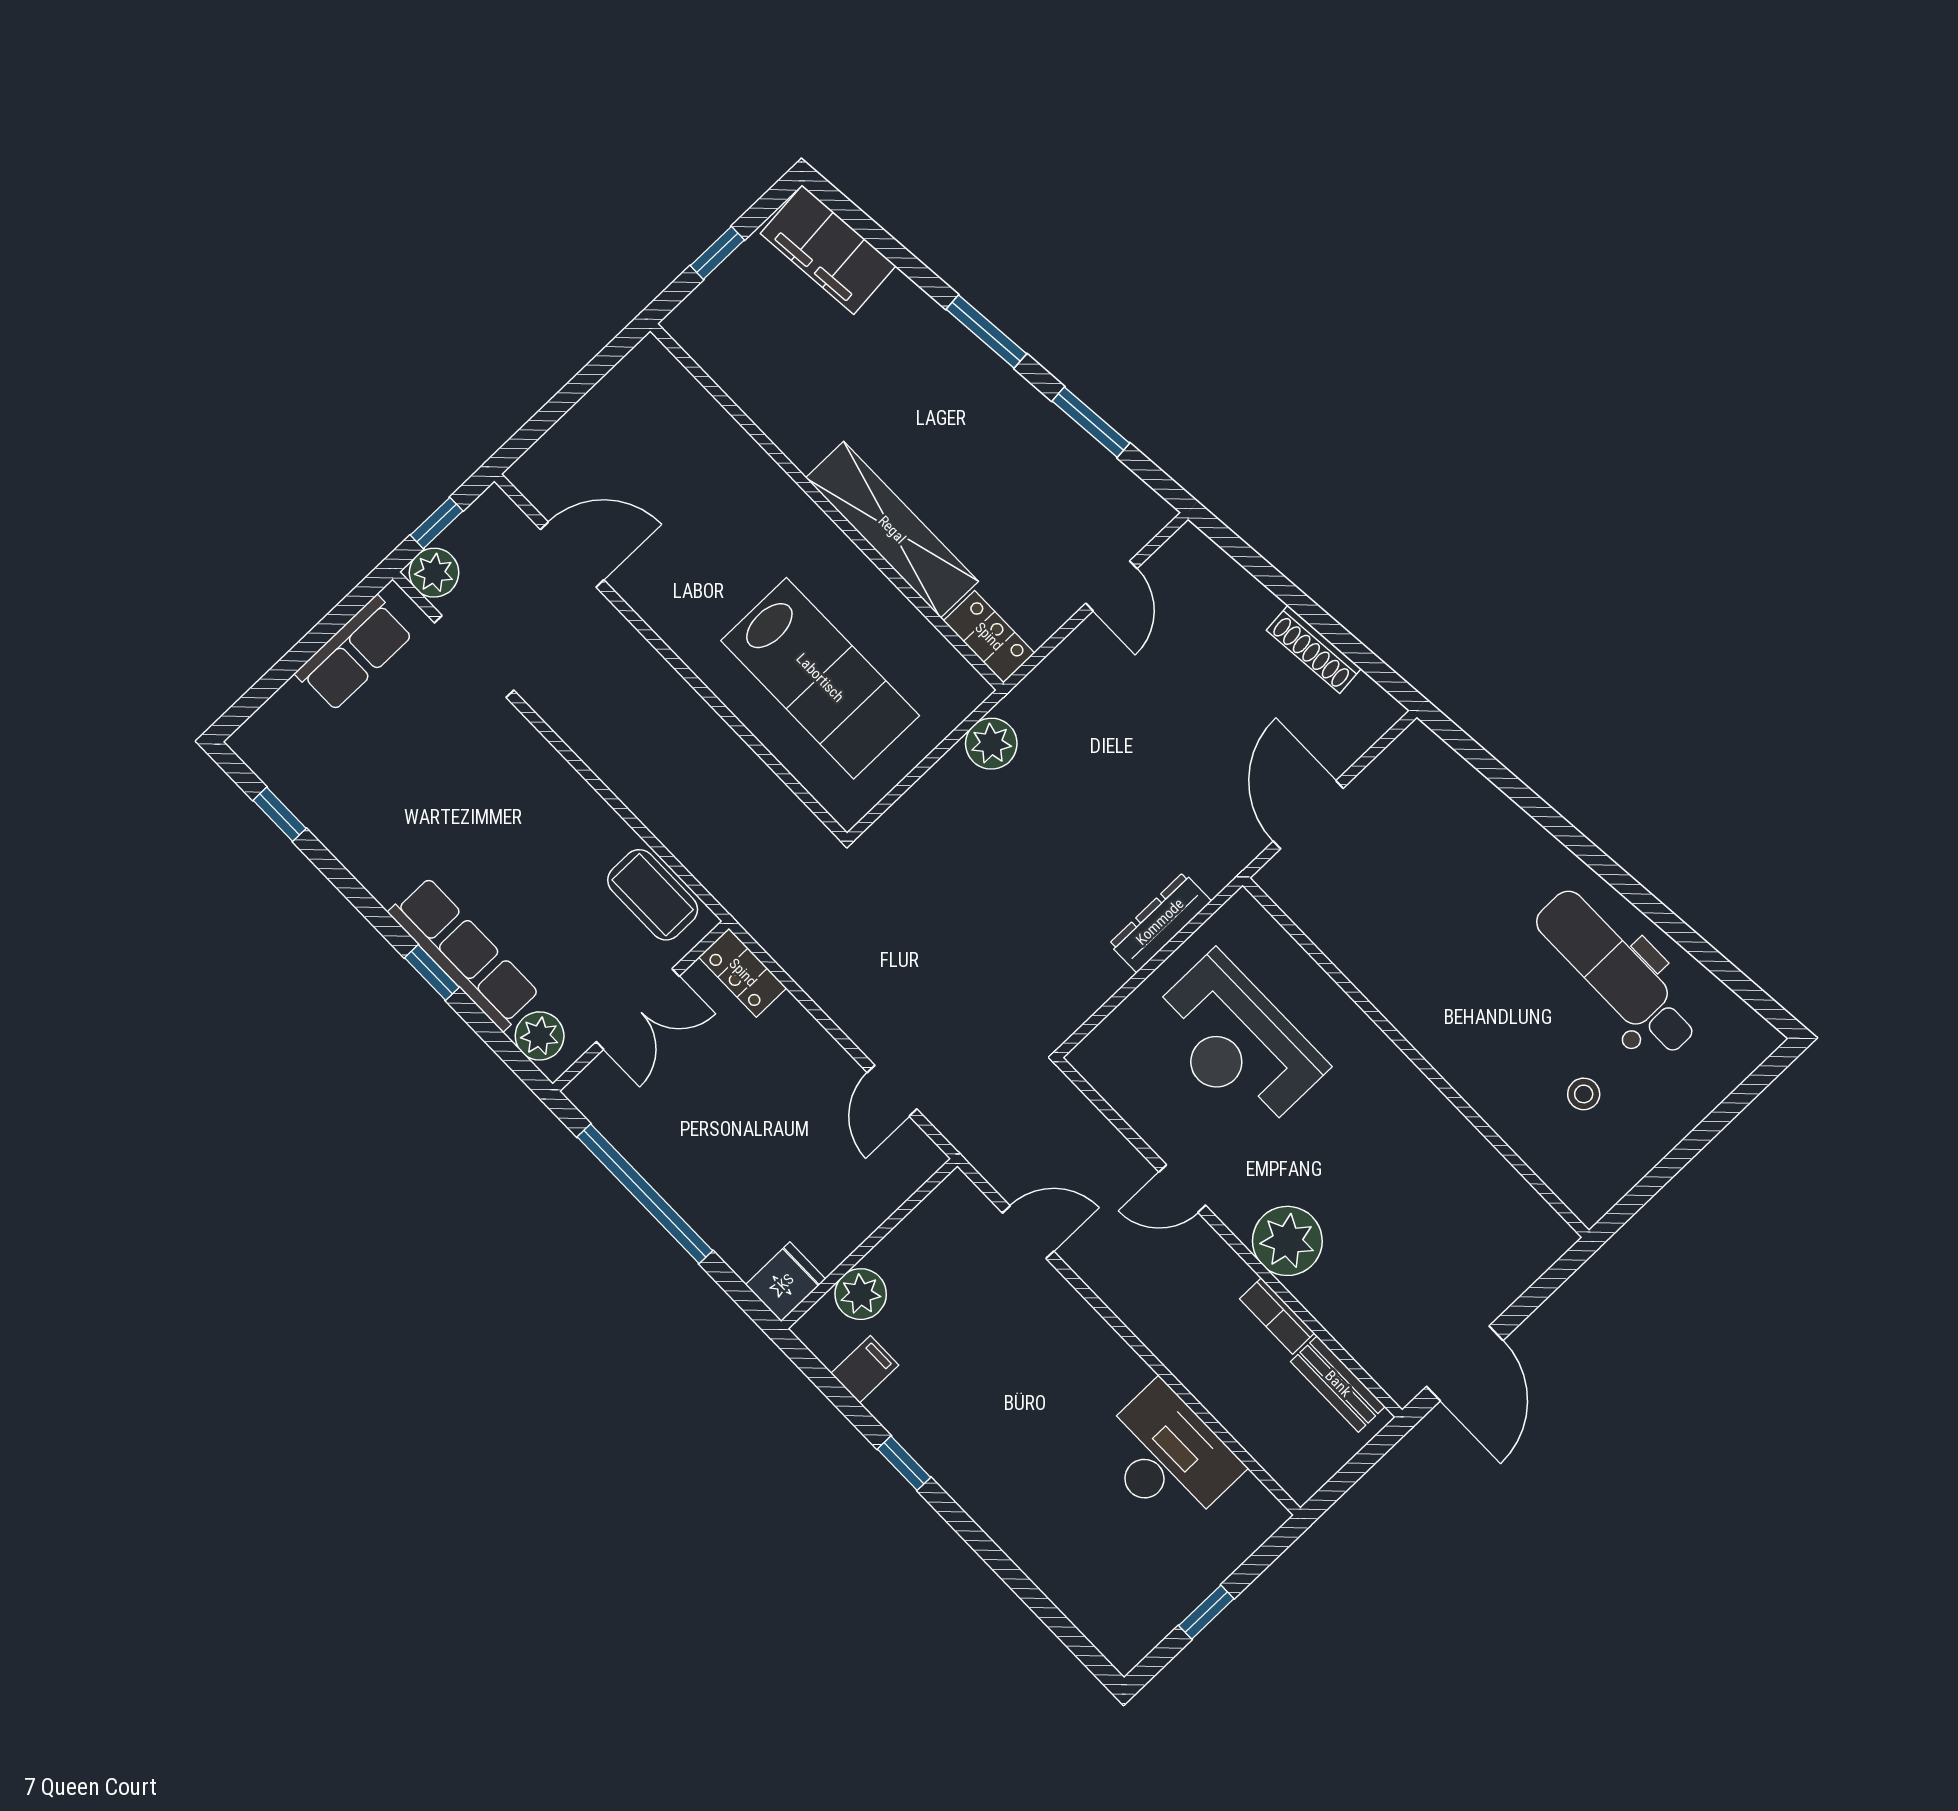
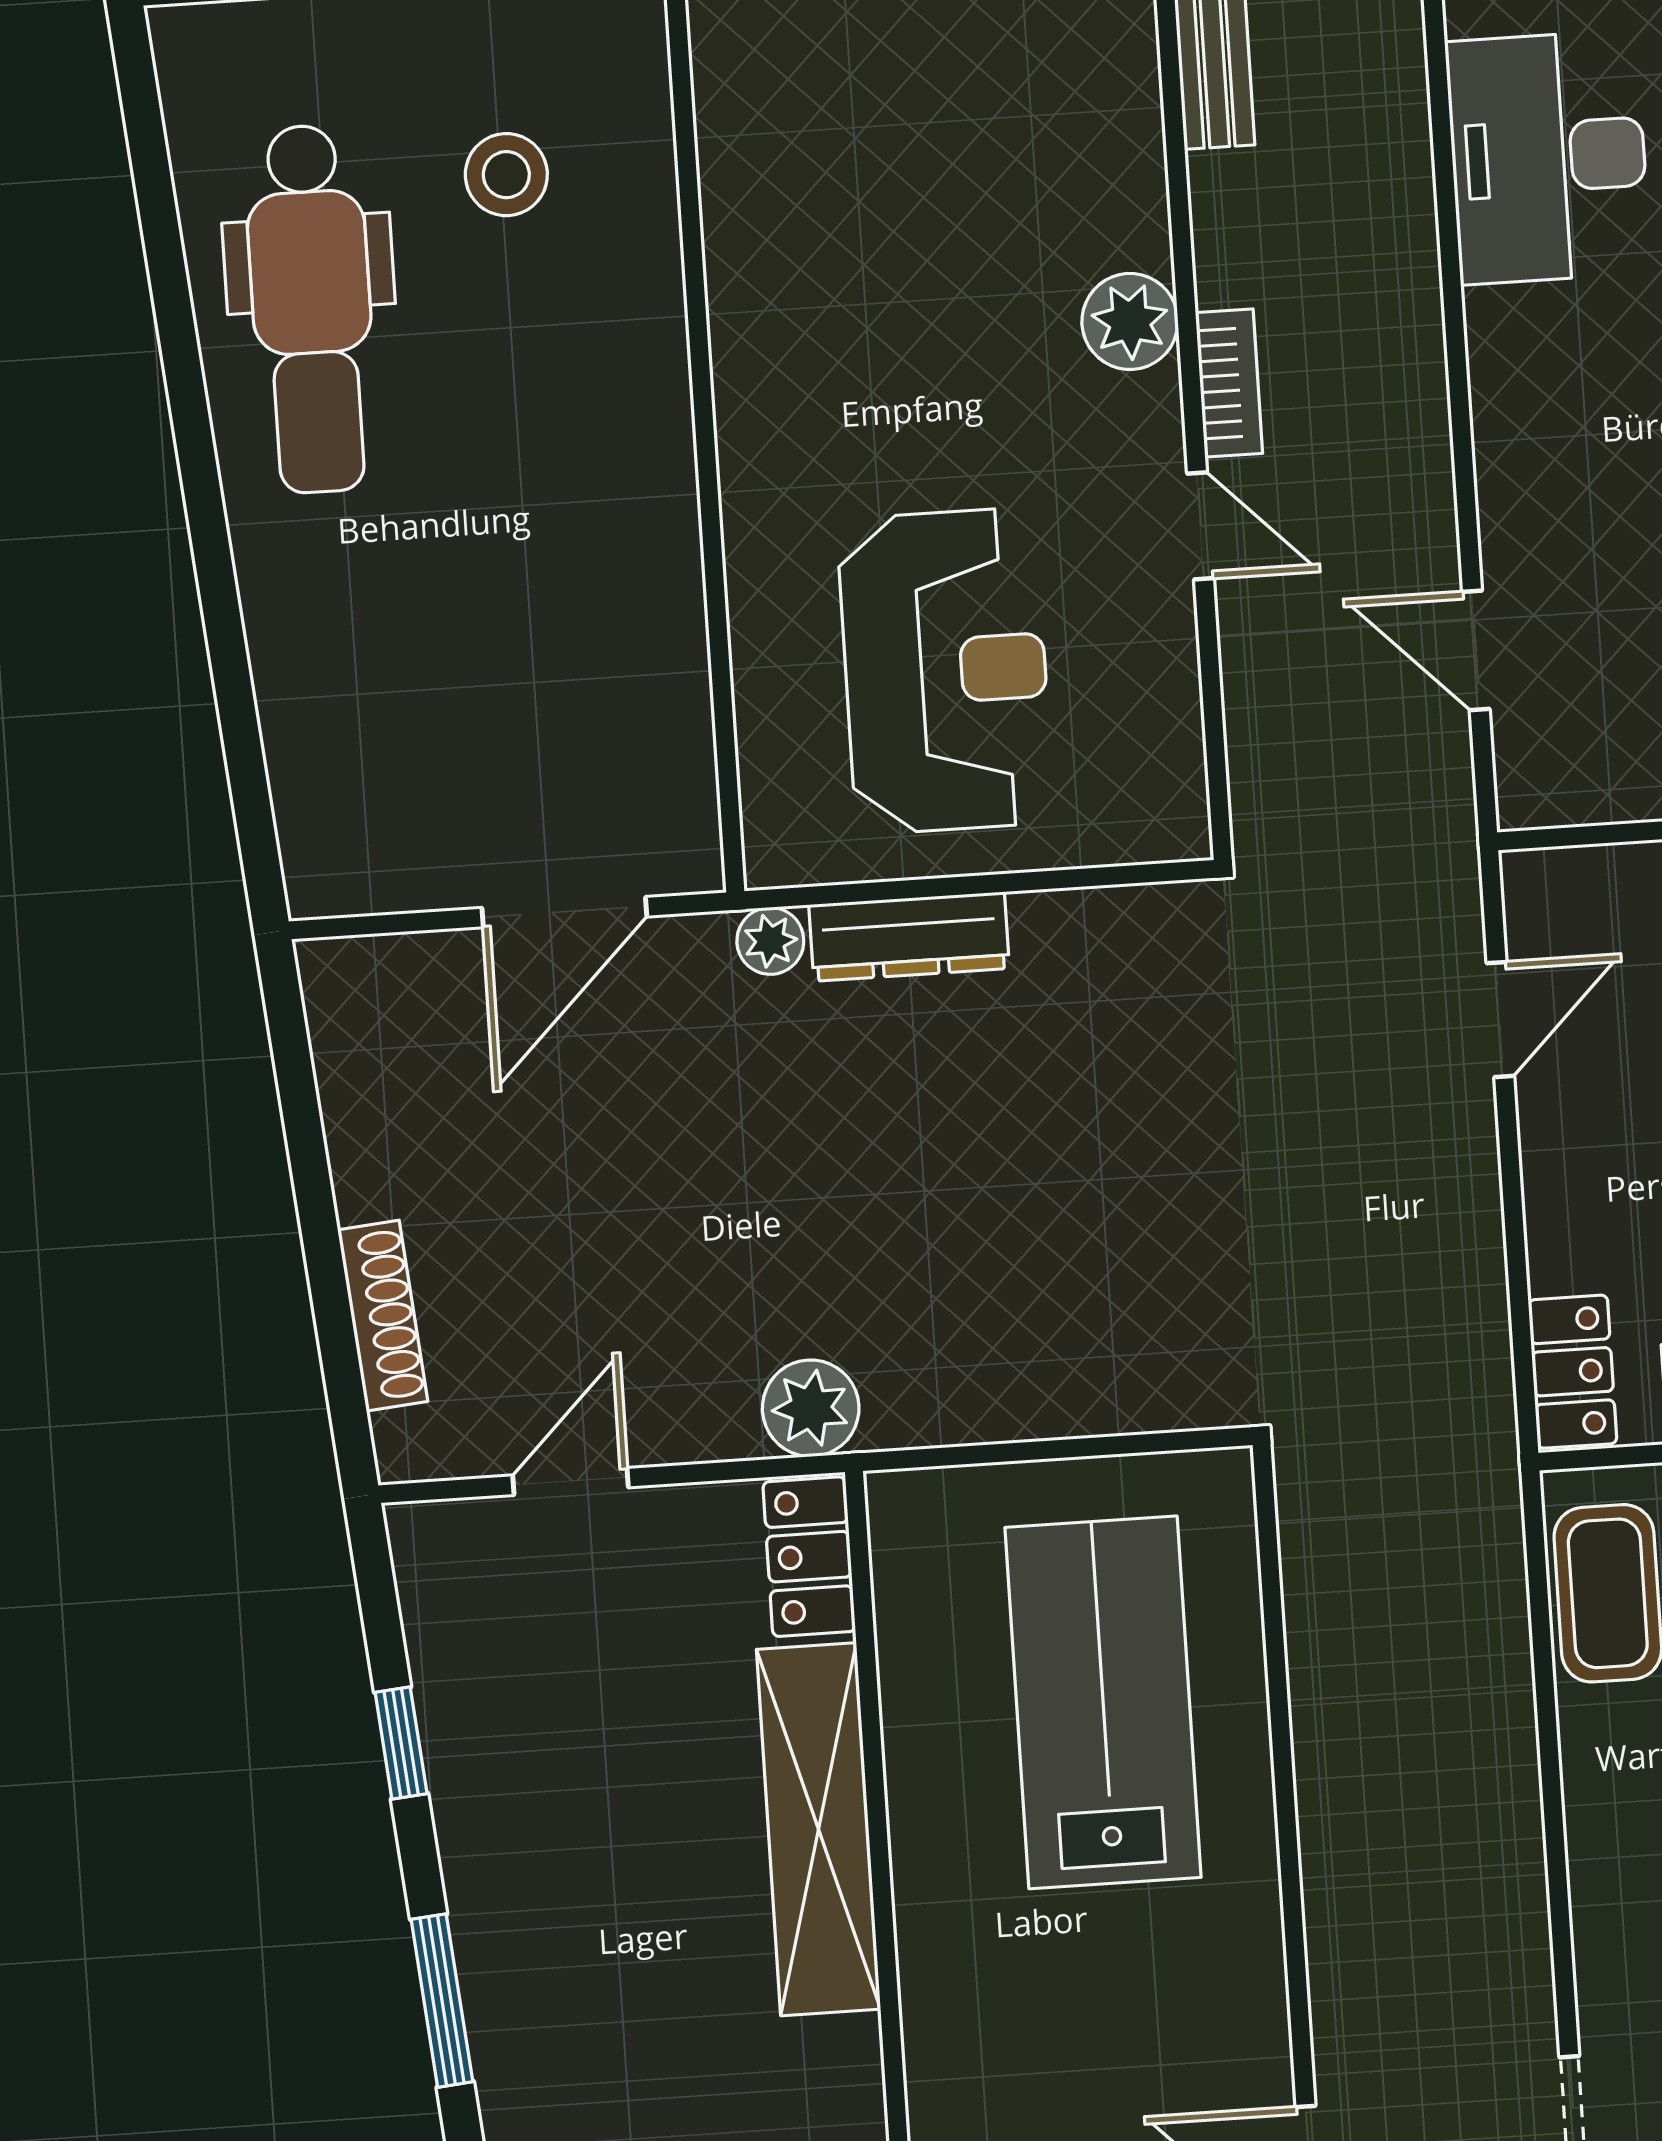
window: (1091, 422) -> (401, 1743), width x0.67
shoe rack: (1314, 649) -> (383, 1316), moved
plant: (991, 744) -> (811, 1408), moved
plant: (1215, 873) -> (770, 941), added
stool: (1584, 1094) -> (506, 175), width x1.37, depth x1.37
plant: (1287, 1241) -> (1130, 321), width x0.73, depth x0.73
bookcase: (1277, 1316) -> (1229, 383), moved

